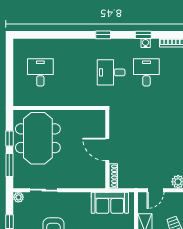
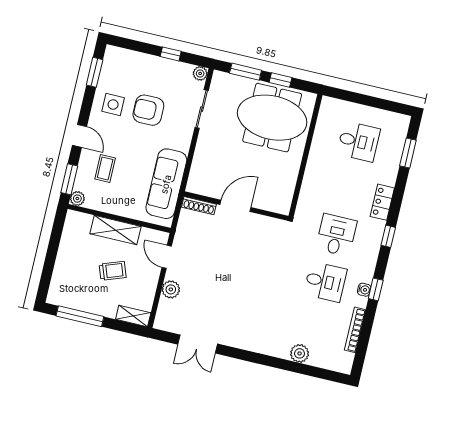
window: (40, 35) -> (408, 153), added
locker: (80, 45) -> (382, 202), added
sofa: (110, 203) -> (166, 184), width x1.36

